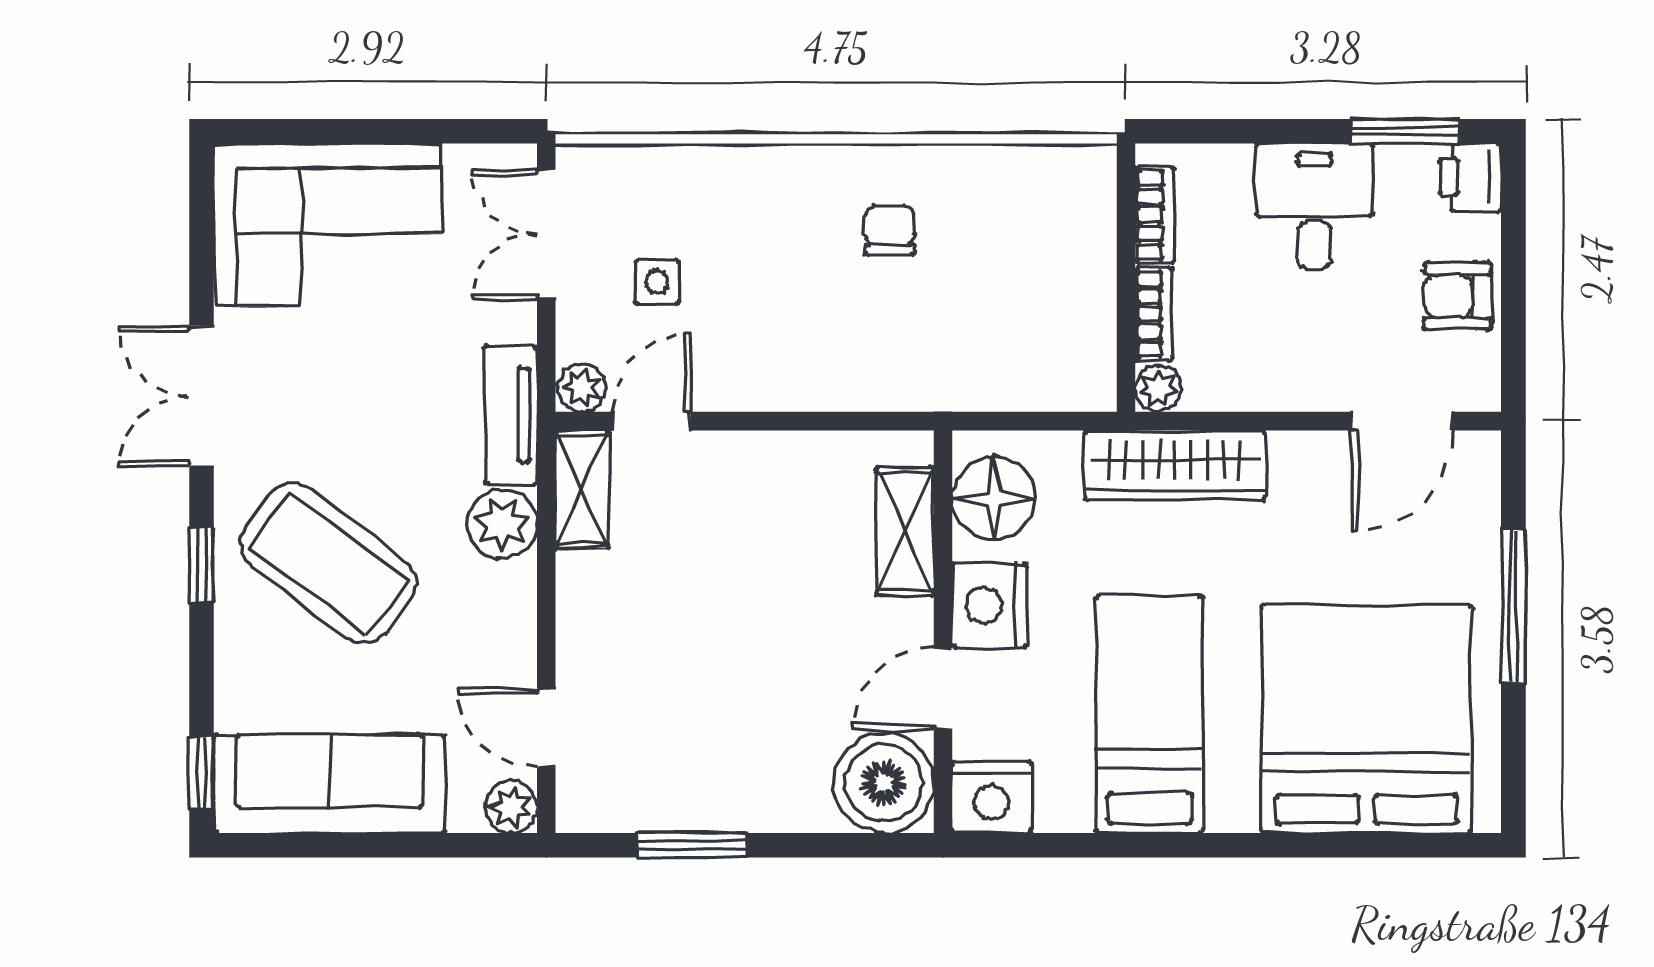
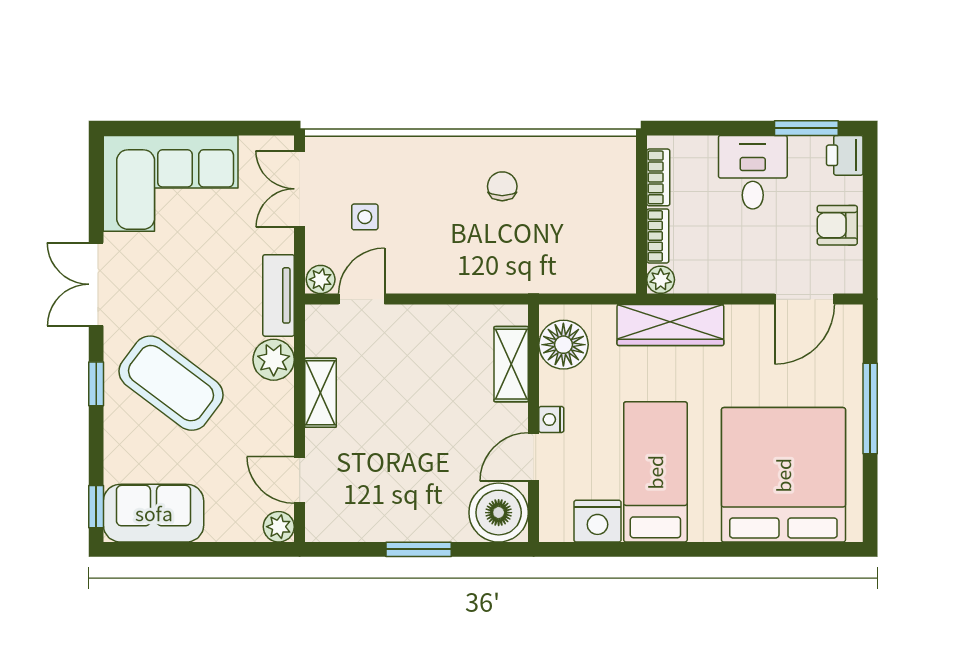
shelving: (582, 489) -> (321, 393), moved
nightstand: (990, 605) -> (551, 419), width x0.53, depth x0.56
sofa: (329, 784) -> (154, 513), width x0.73
nightstand: (992, 797) -> (597, 521), moved
window: (692, 845) -> (419, 549), moved

